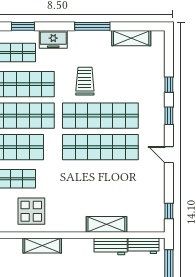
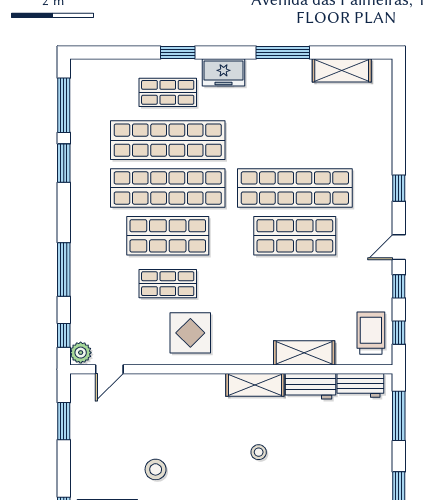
trolley: (85, 81) -> (371, 333), moved
window: (169, 85) -> (399, 286), moved
shop shelf: (100, 147) -> (295, 236), width x0.71
door: (169, 155) -> (399, 247), hinge flipped
shelving: (42, 245) -> (255, 385), moved

